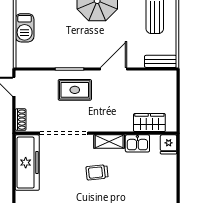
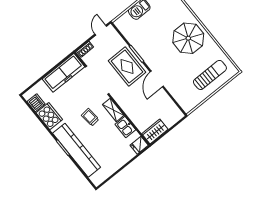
bench: (161, 61) -> (183, 102), removed
door: (114, 69) -> (157, 79), swing flipped
rug: (75, 90) -> (127, 66), width x1.36, depth x1.43
wardrobe: (149, 123) -> (155, 131), moved, turned -90

